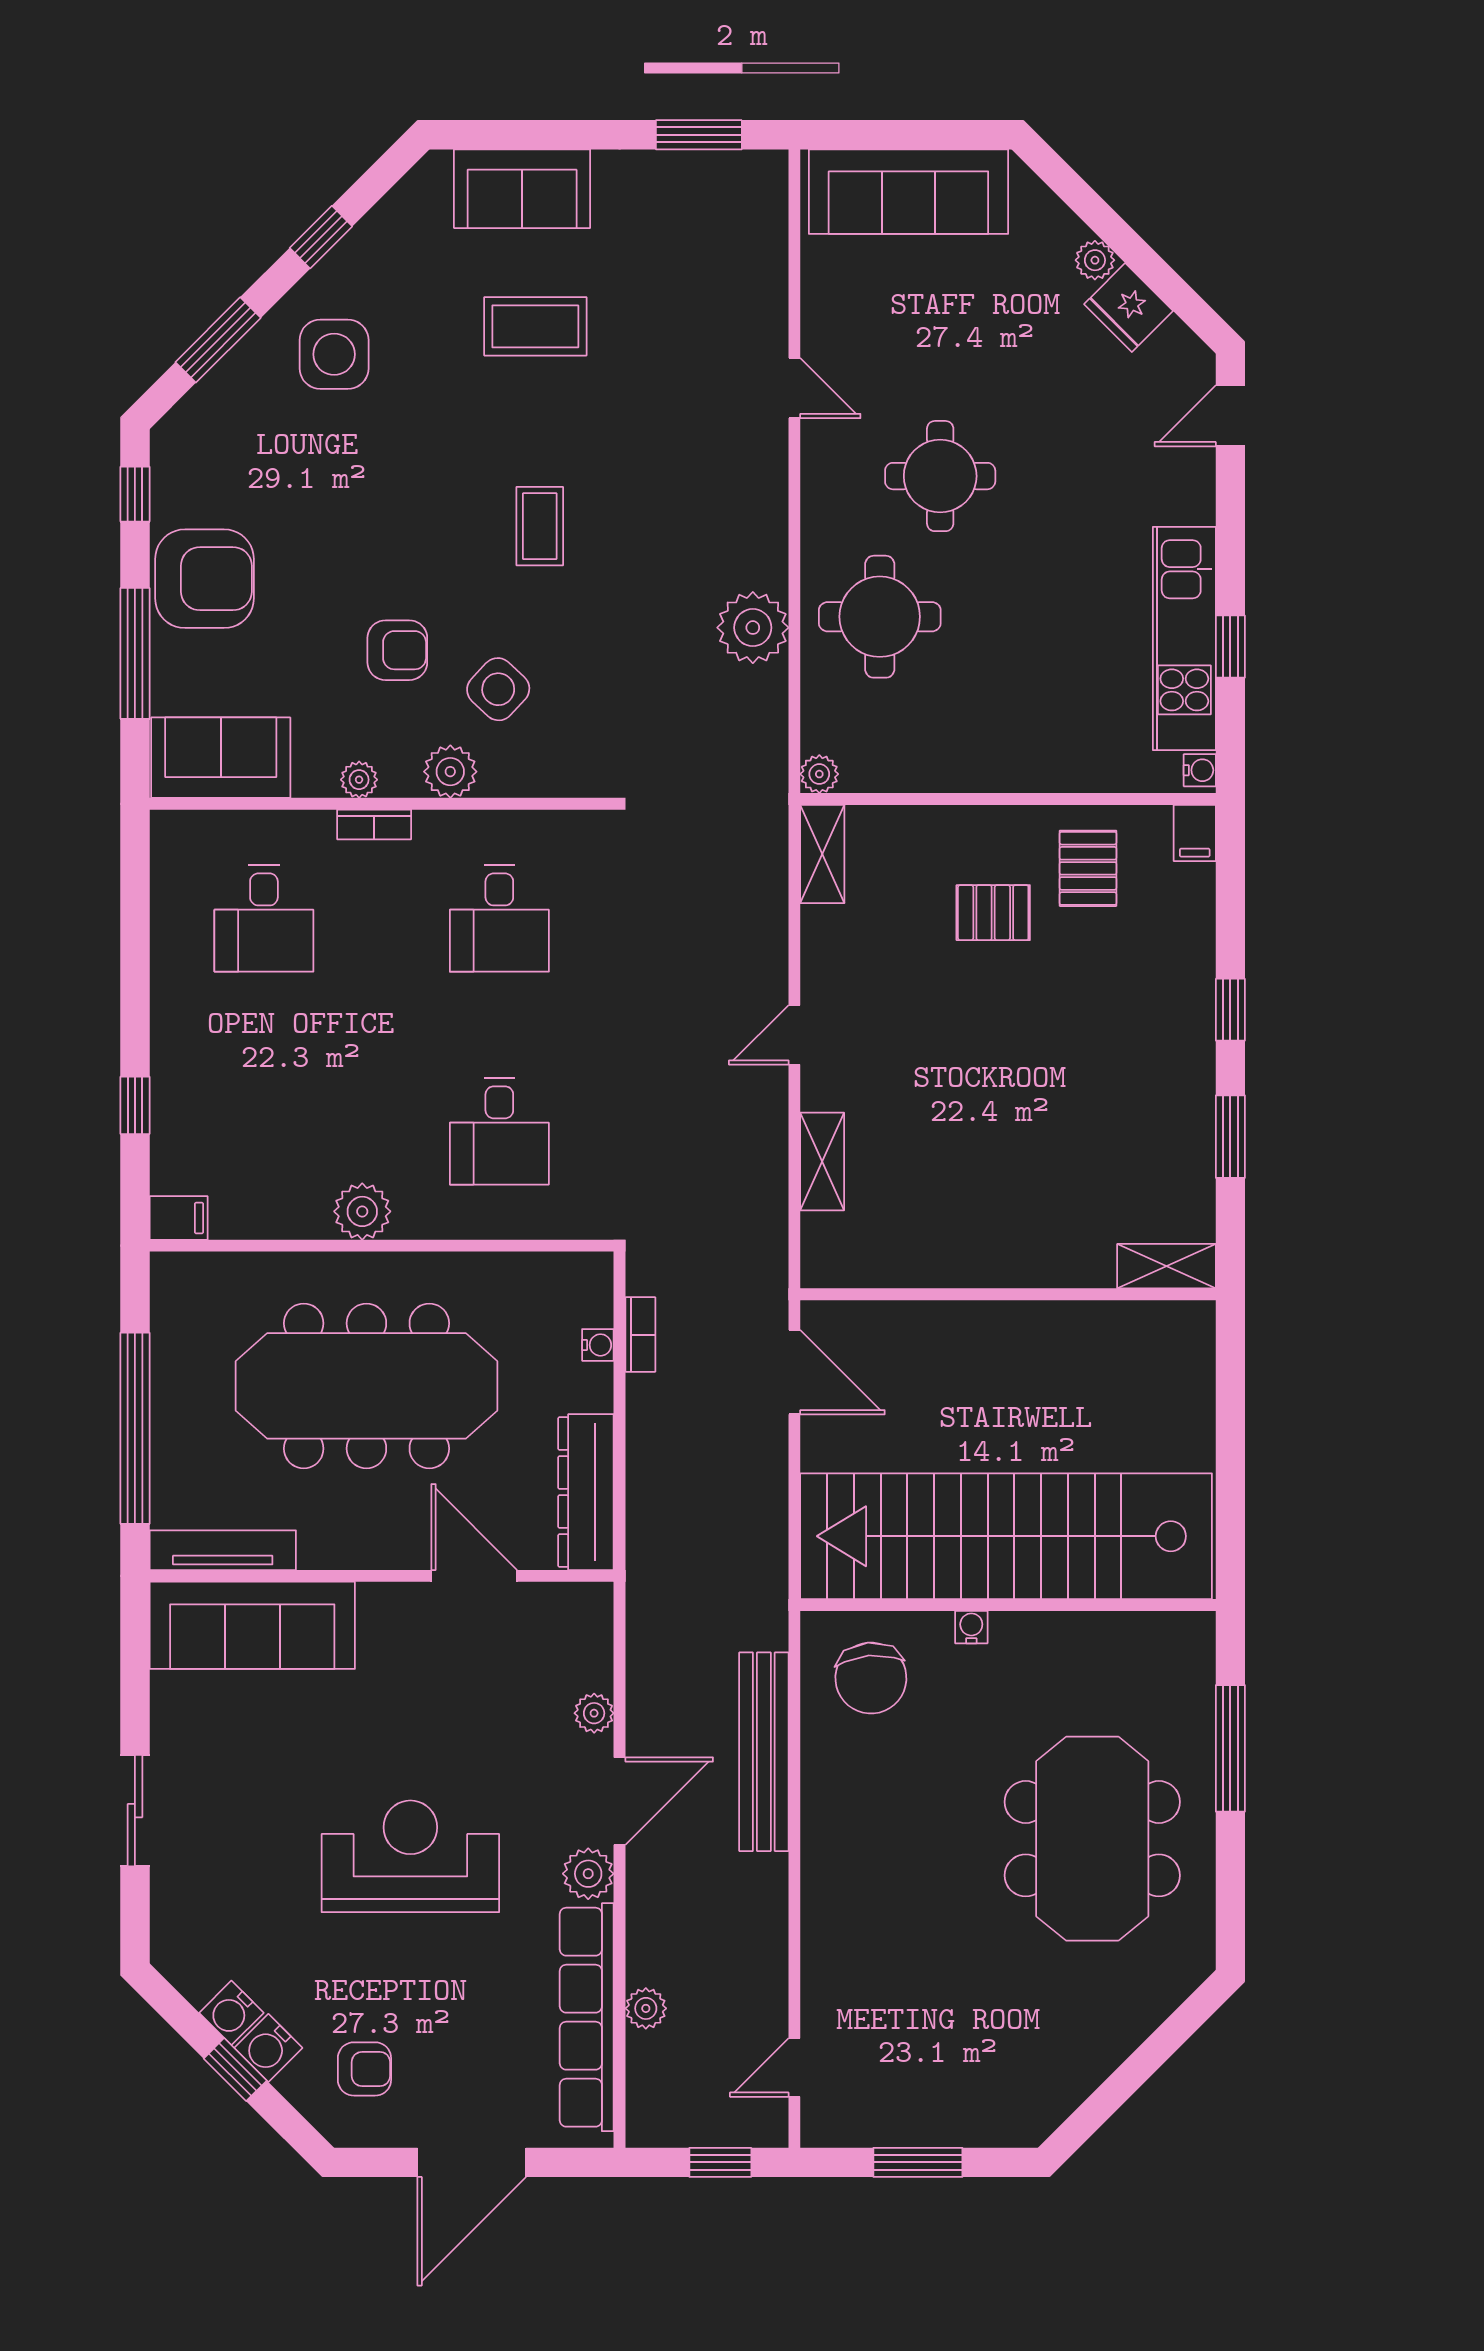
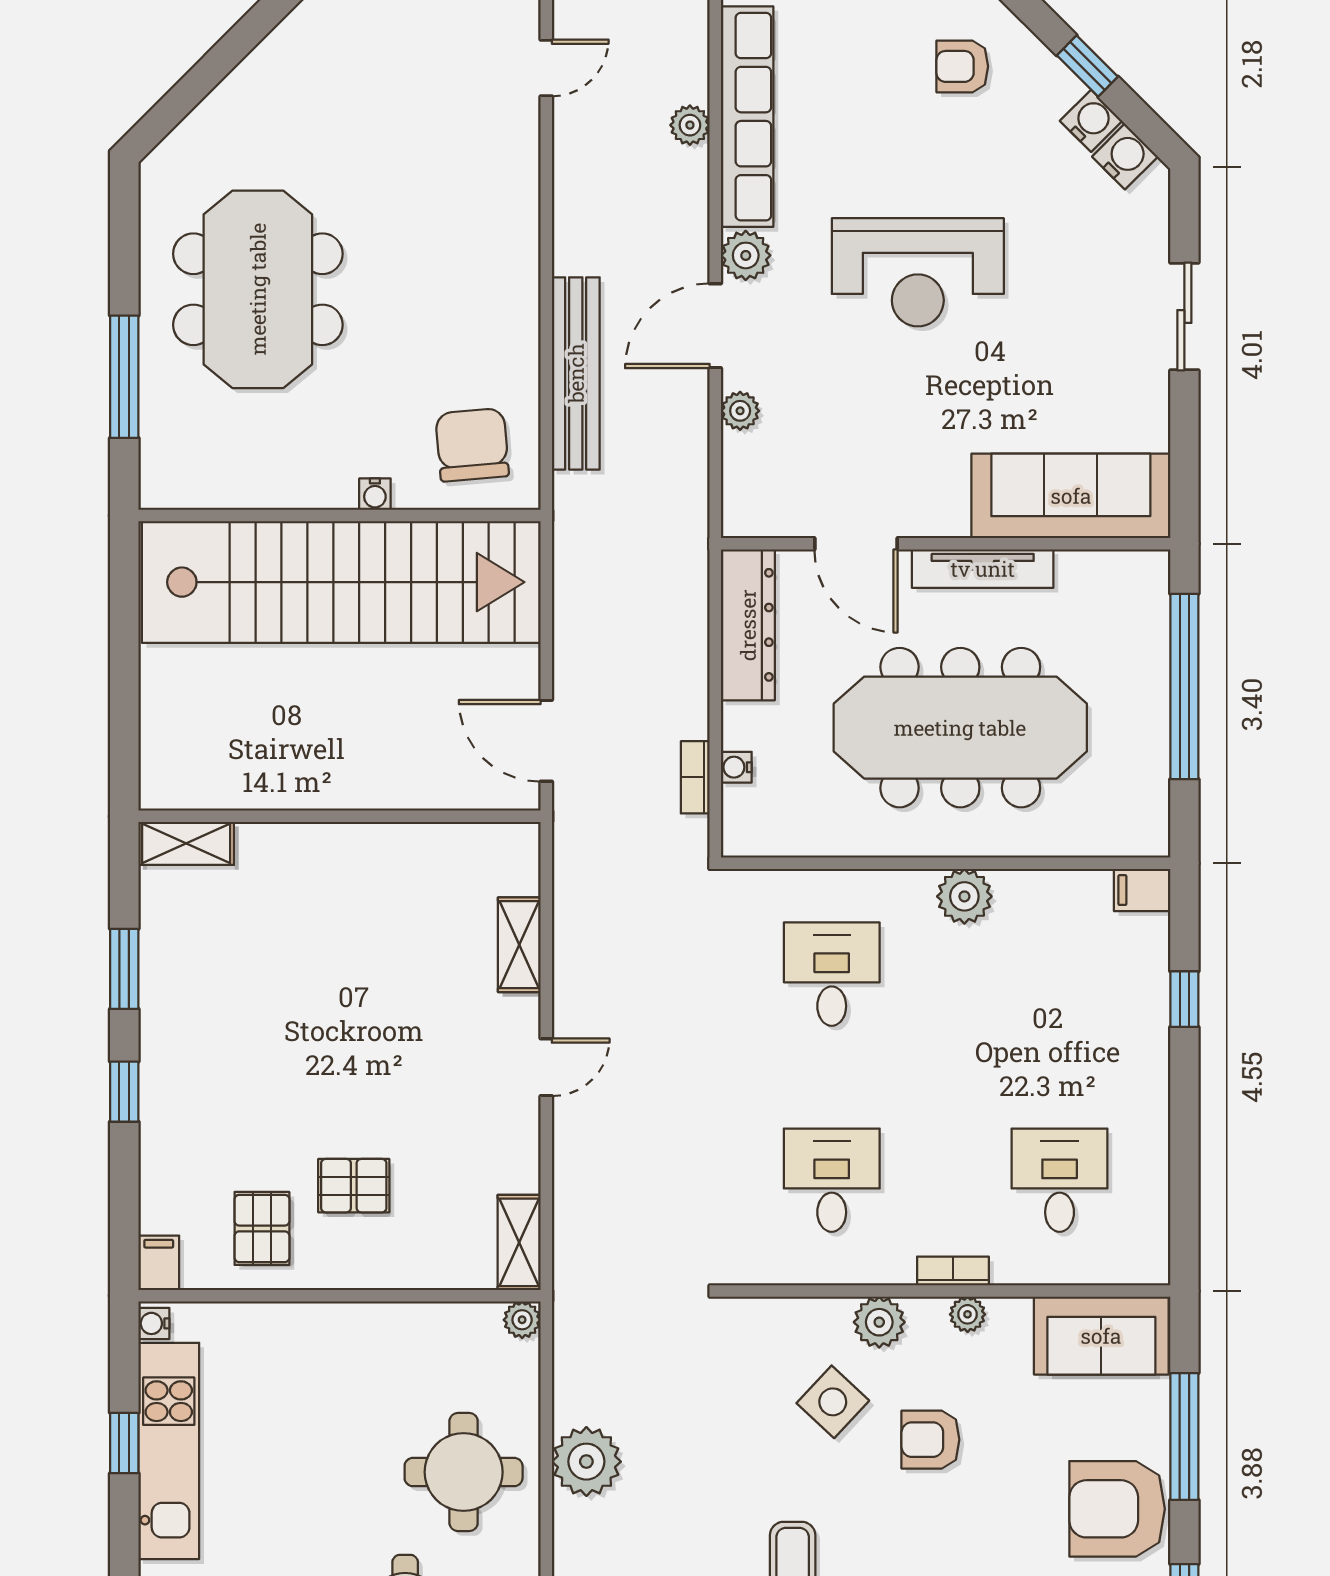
tv unit: (223, 1550) -> (983, 569), moved
water cooler: (268, 2048) -> (1125, 157), moved

